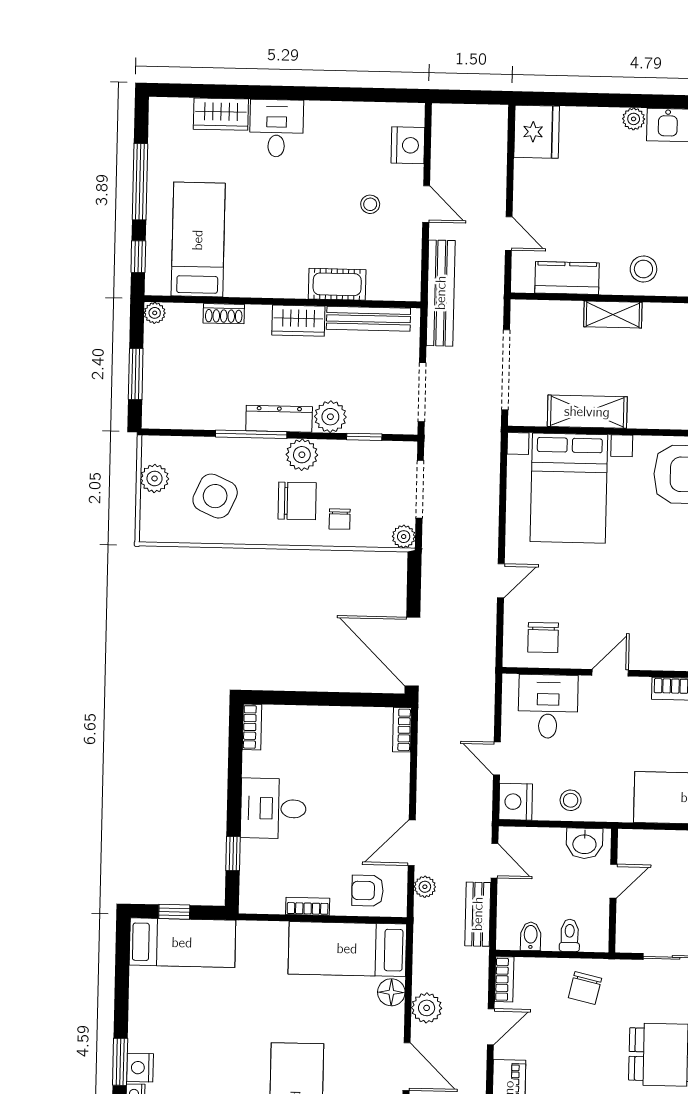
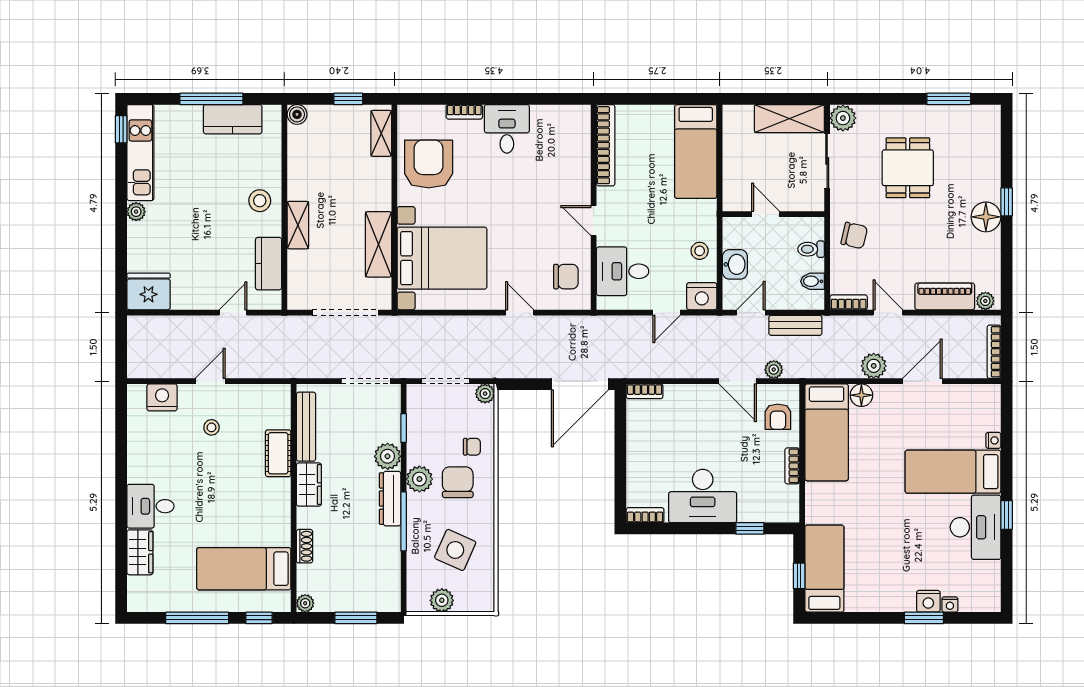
bench: (441, 293) -> (283, 368), removed
desk: (273, 808) -> (703, 496), width x1.37
washbasin: (584, 843) -> (735, 264), moved

